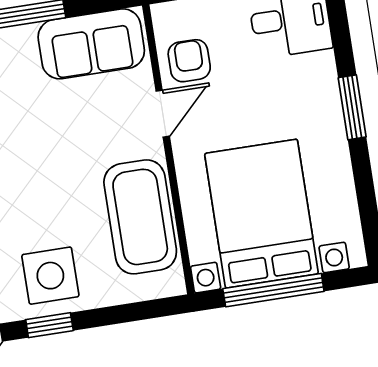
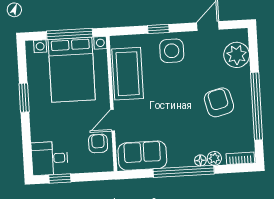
armchair: (189, 61) -> (98, 143), turned 180
window: (352, 107) -> (24, 98), moved
window: (49, 325) -> (158, 29), moved

